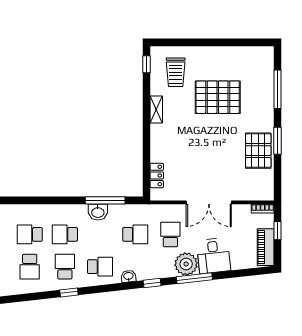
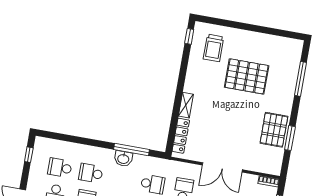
shelving: (156, 110) -> (186, 105), moved
window: (278, 141) -> (290, 138), moved
locker: (157, 175) -> (181, 136), width x1.53

